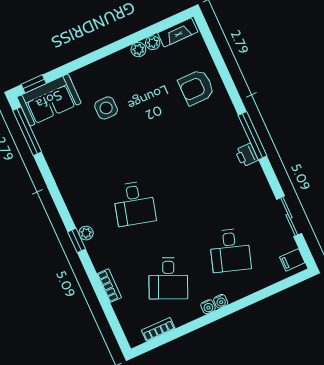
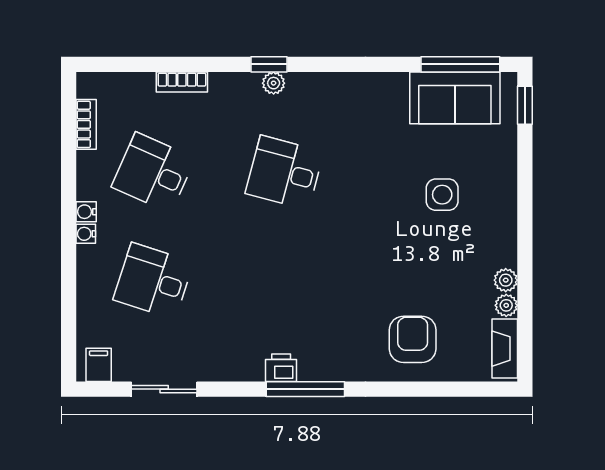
sofa: (49, 100) -> (455, 98), moved, turned -90

